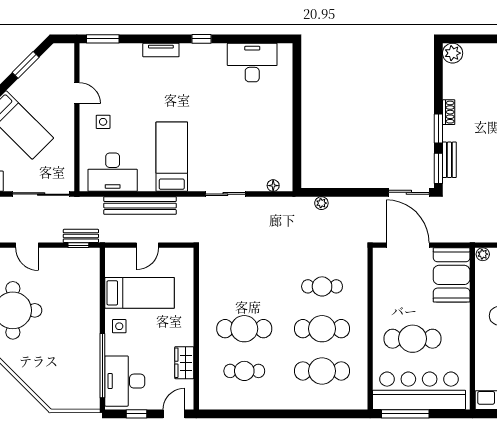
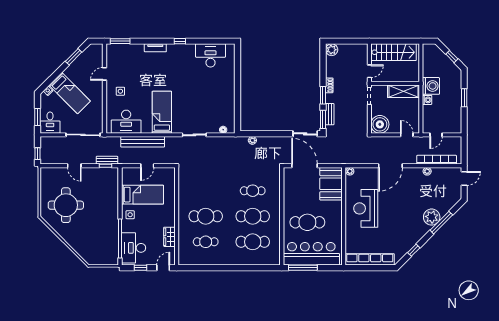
door: (77, 93) -> (105, 74), swing flipped

